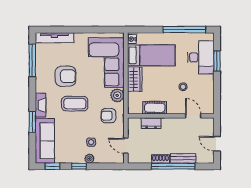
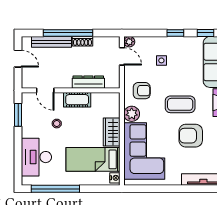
window: (217, 61) -> (18, 115), moved
cot: (155, 108) -> (77, 100), moved
dresser: (151, 123) -> (88, 82), width x1.44
bench: (183, 158) -> (52, 42), width x1.36
plant: (89, 159) -> (129, 42), moved

